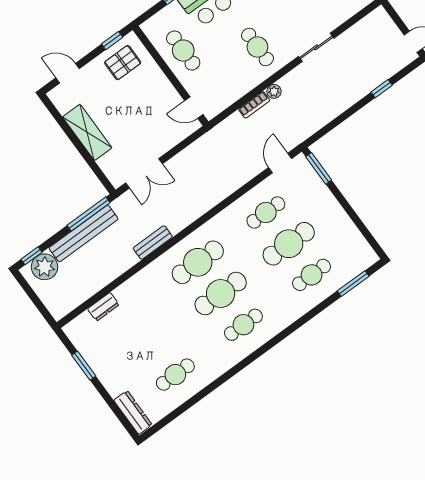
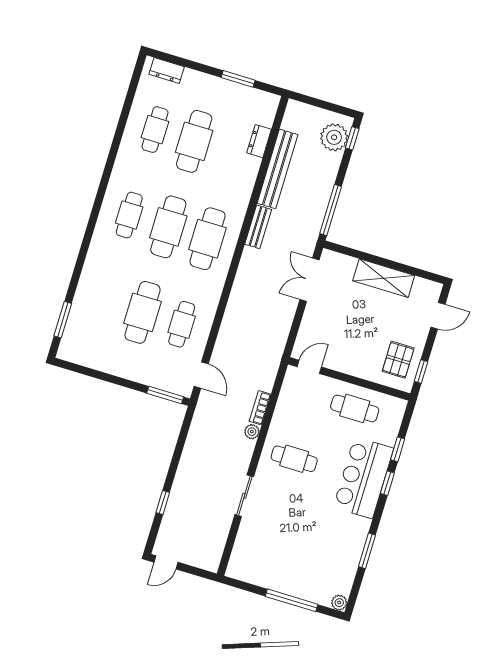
bench: (84, 233) -> (277, 169), moved
cafe table: (312, 275) -> (194, 141), moved, width x1.37, depth x1.35
dresser: (133, 413) -> (167, 71), width x0.70

